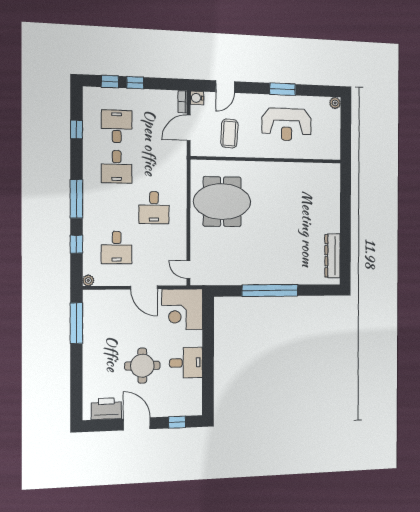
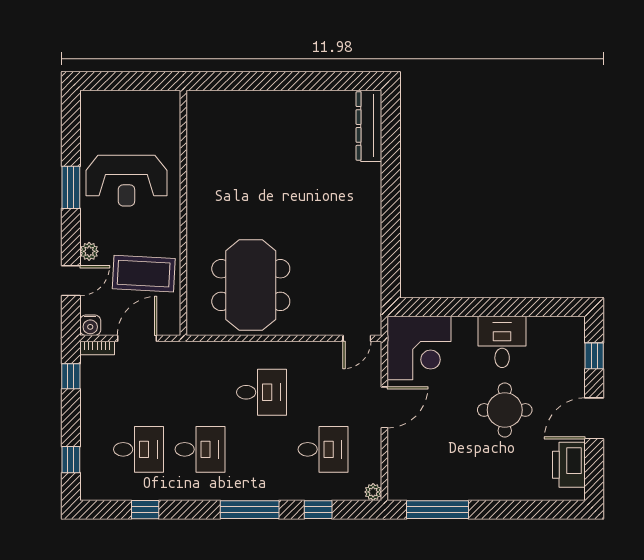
window: (135, 83) -> (71, 376), moved
door: (225, 87) -> (71, 281), hinge flipped
plant: (335, 103) -> (89, 251), moved
reception desk: (287, 124) -> (126, 181), turned 90
desk: (117, 126) -> (139, 449), turned 180
door: (189, 128) -> (137, 338), swing flipped
coffee table: (229, 133) -> (144, 274), width x1.36, depth x1.32
dresser: (332, 256) -> (369, 126), moved, turned 90
window: (270, 290) -> (391, 207), removed

